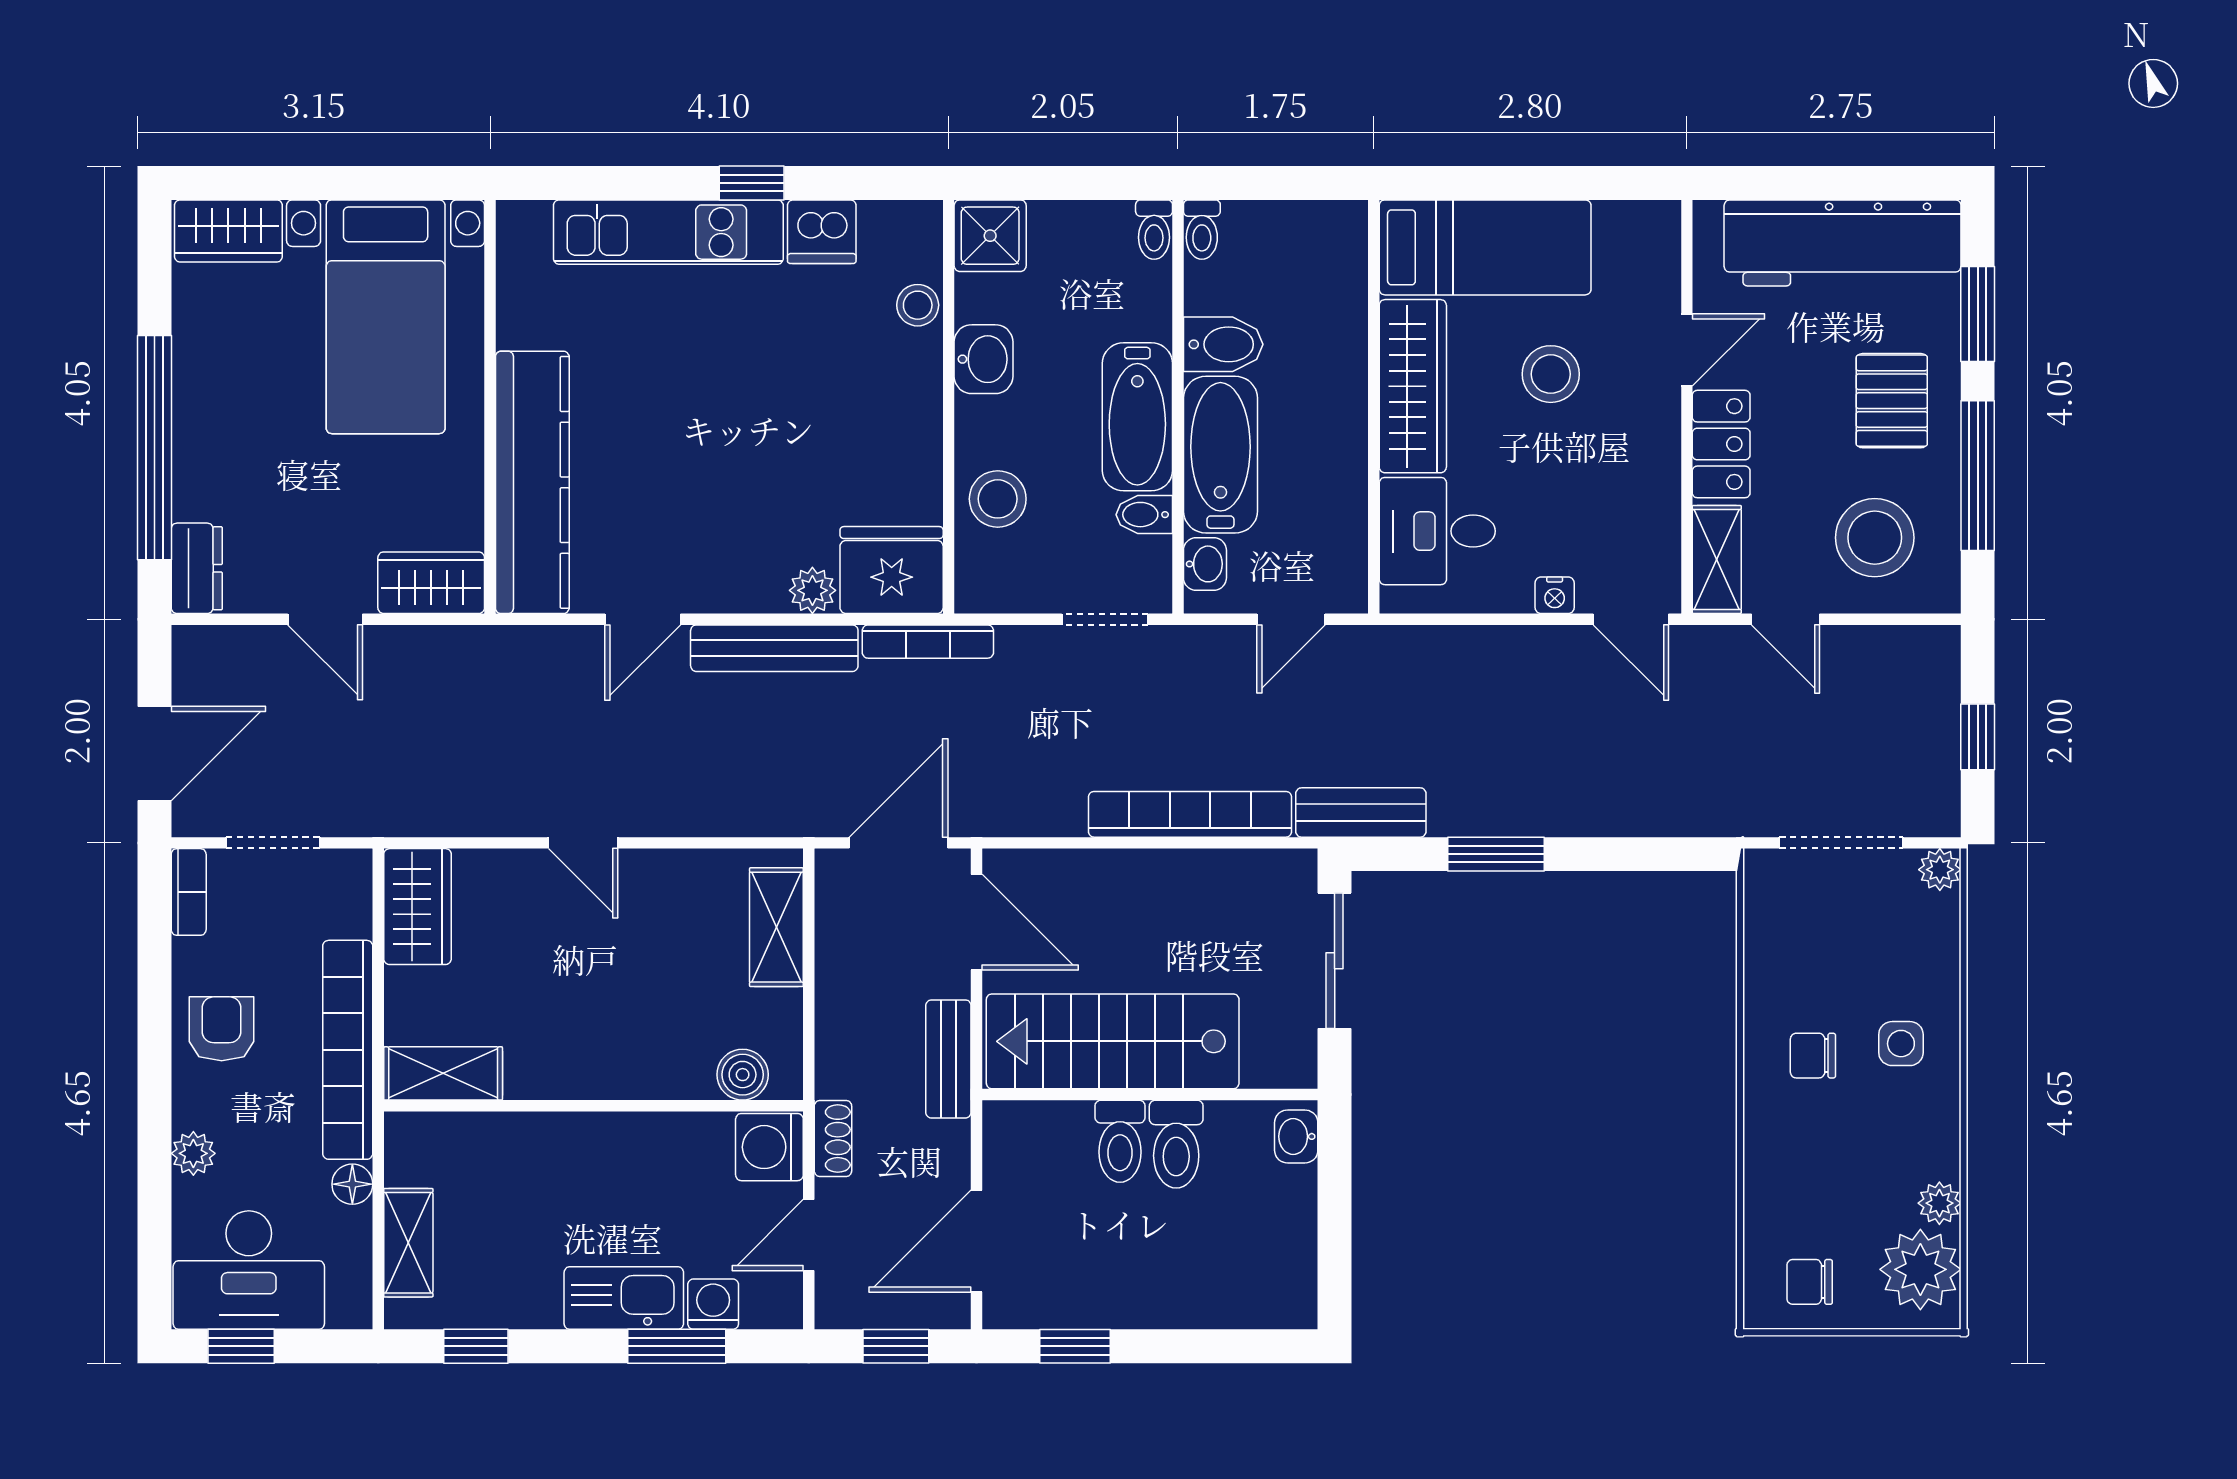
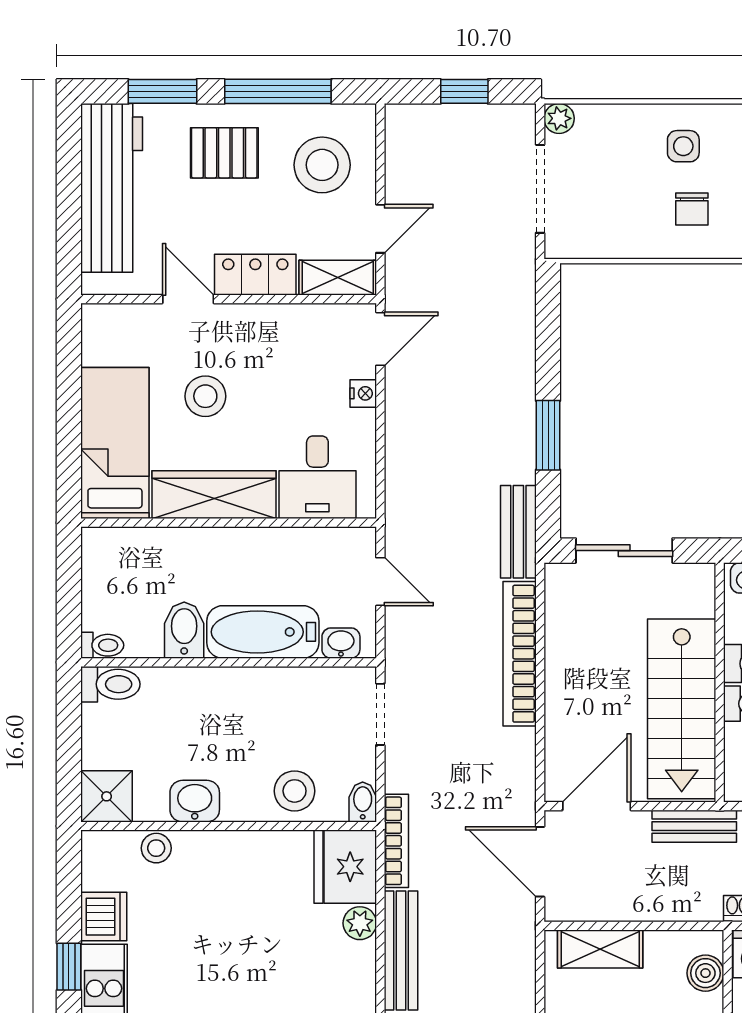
toilet: (1154, 230) -> (110, 684), width x1.37, depth x1.39
bathtub: (1137, 417) -> (236, 691), removed
bidet: (1144, 515) -> (363, 802), moved, turned 180

